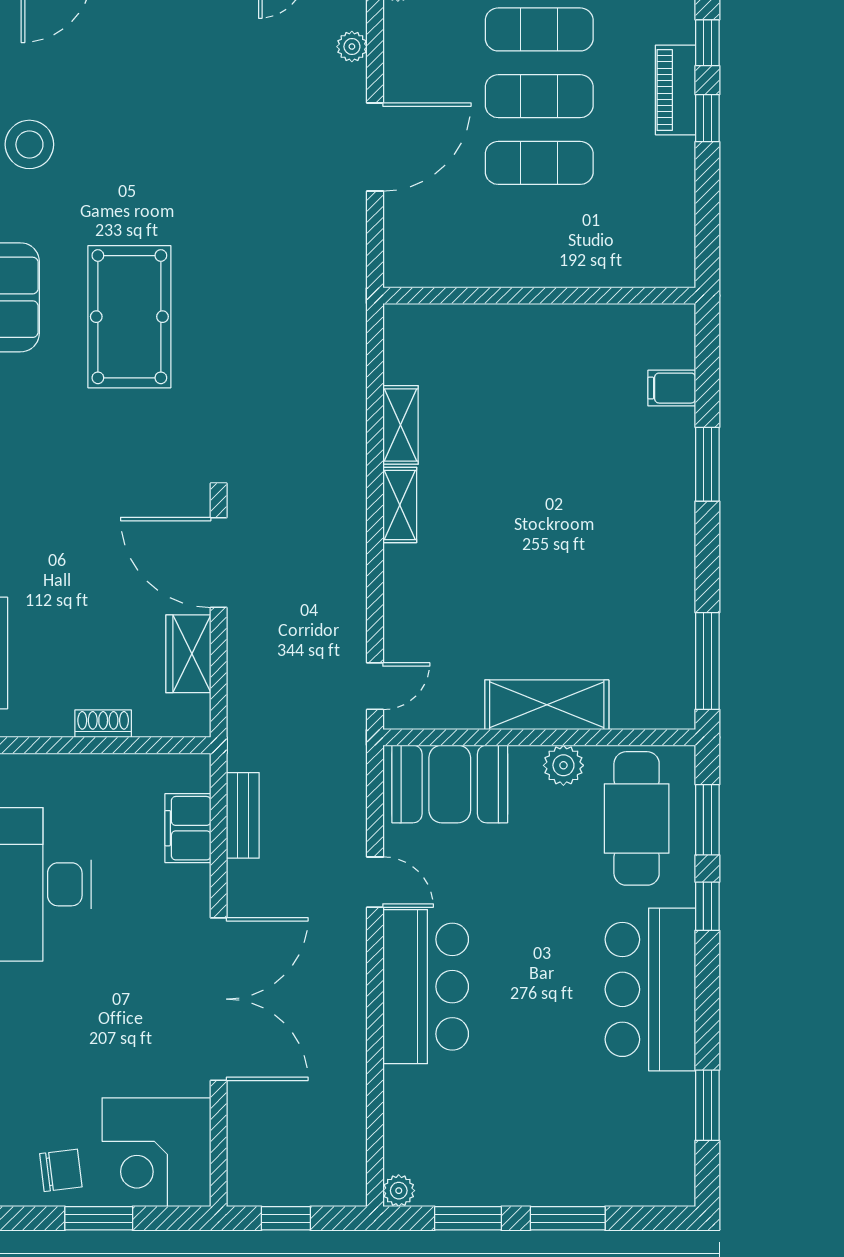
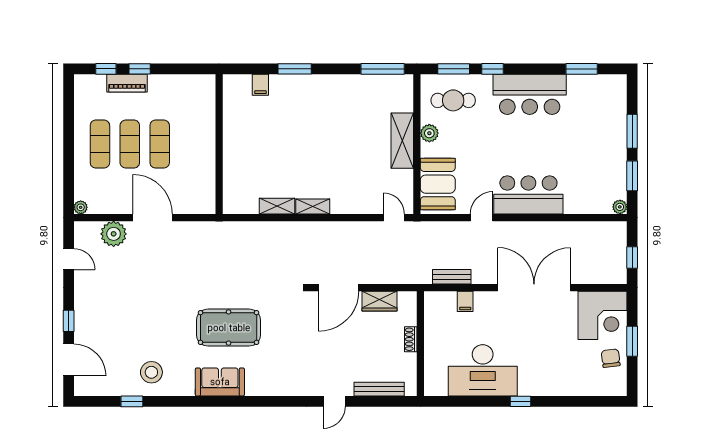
plant: (352, 47) -> (114, 234), width x1.88, depth x1.88
cafe table: (637, 818) -> (453, 100), width x0.73, depth x0.74
filing cabinet: (188, 828) -> (465, 301), width x0.50

